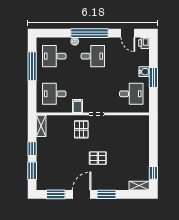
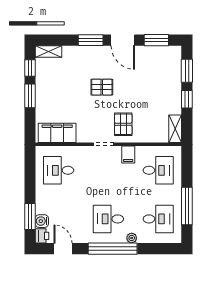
water cooler: (144, 72) -> (42, 221), moved
window: (153, 77) -> (30, 217), moved
filing cabinet: (132, 123) -> (57, 133), added
window: (153, 151) -> (30, 96), added
door: (82, 194) -> (123, 40), hinge flipped

